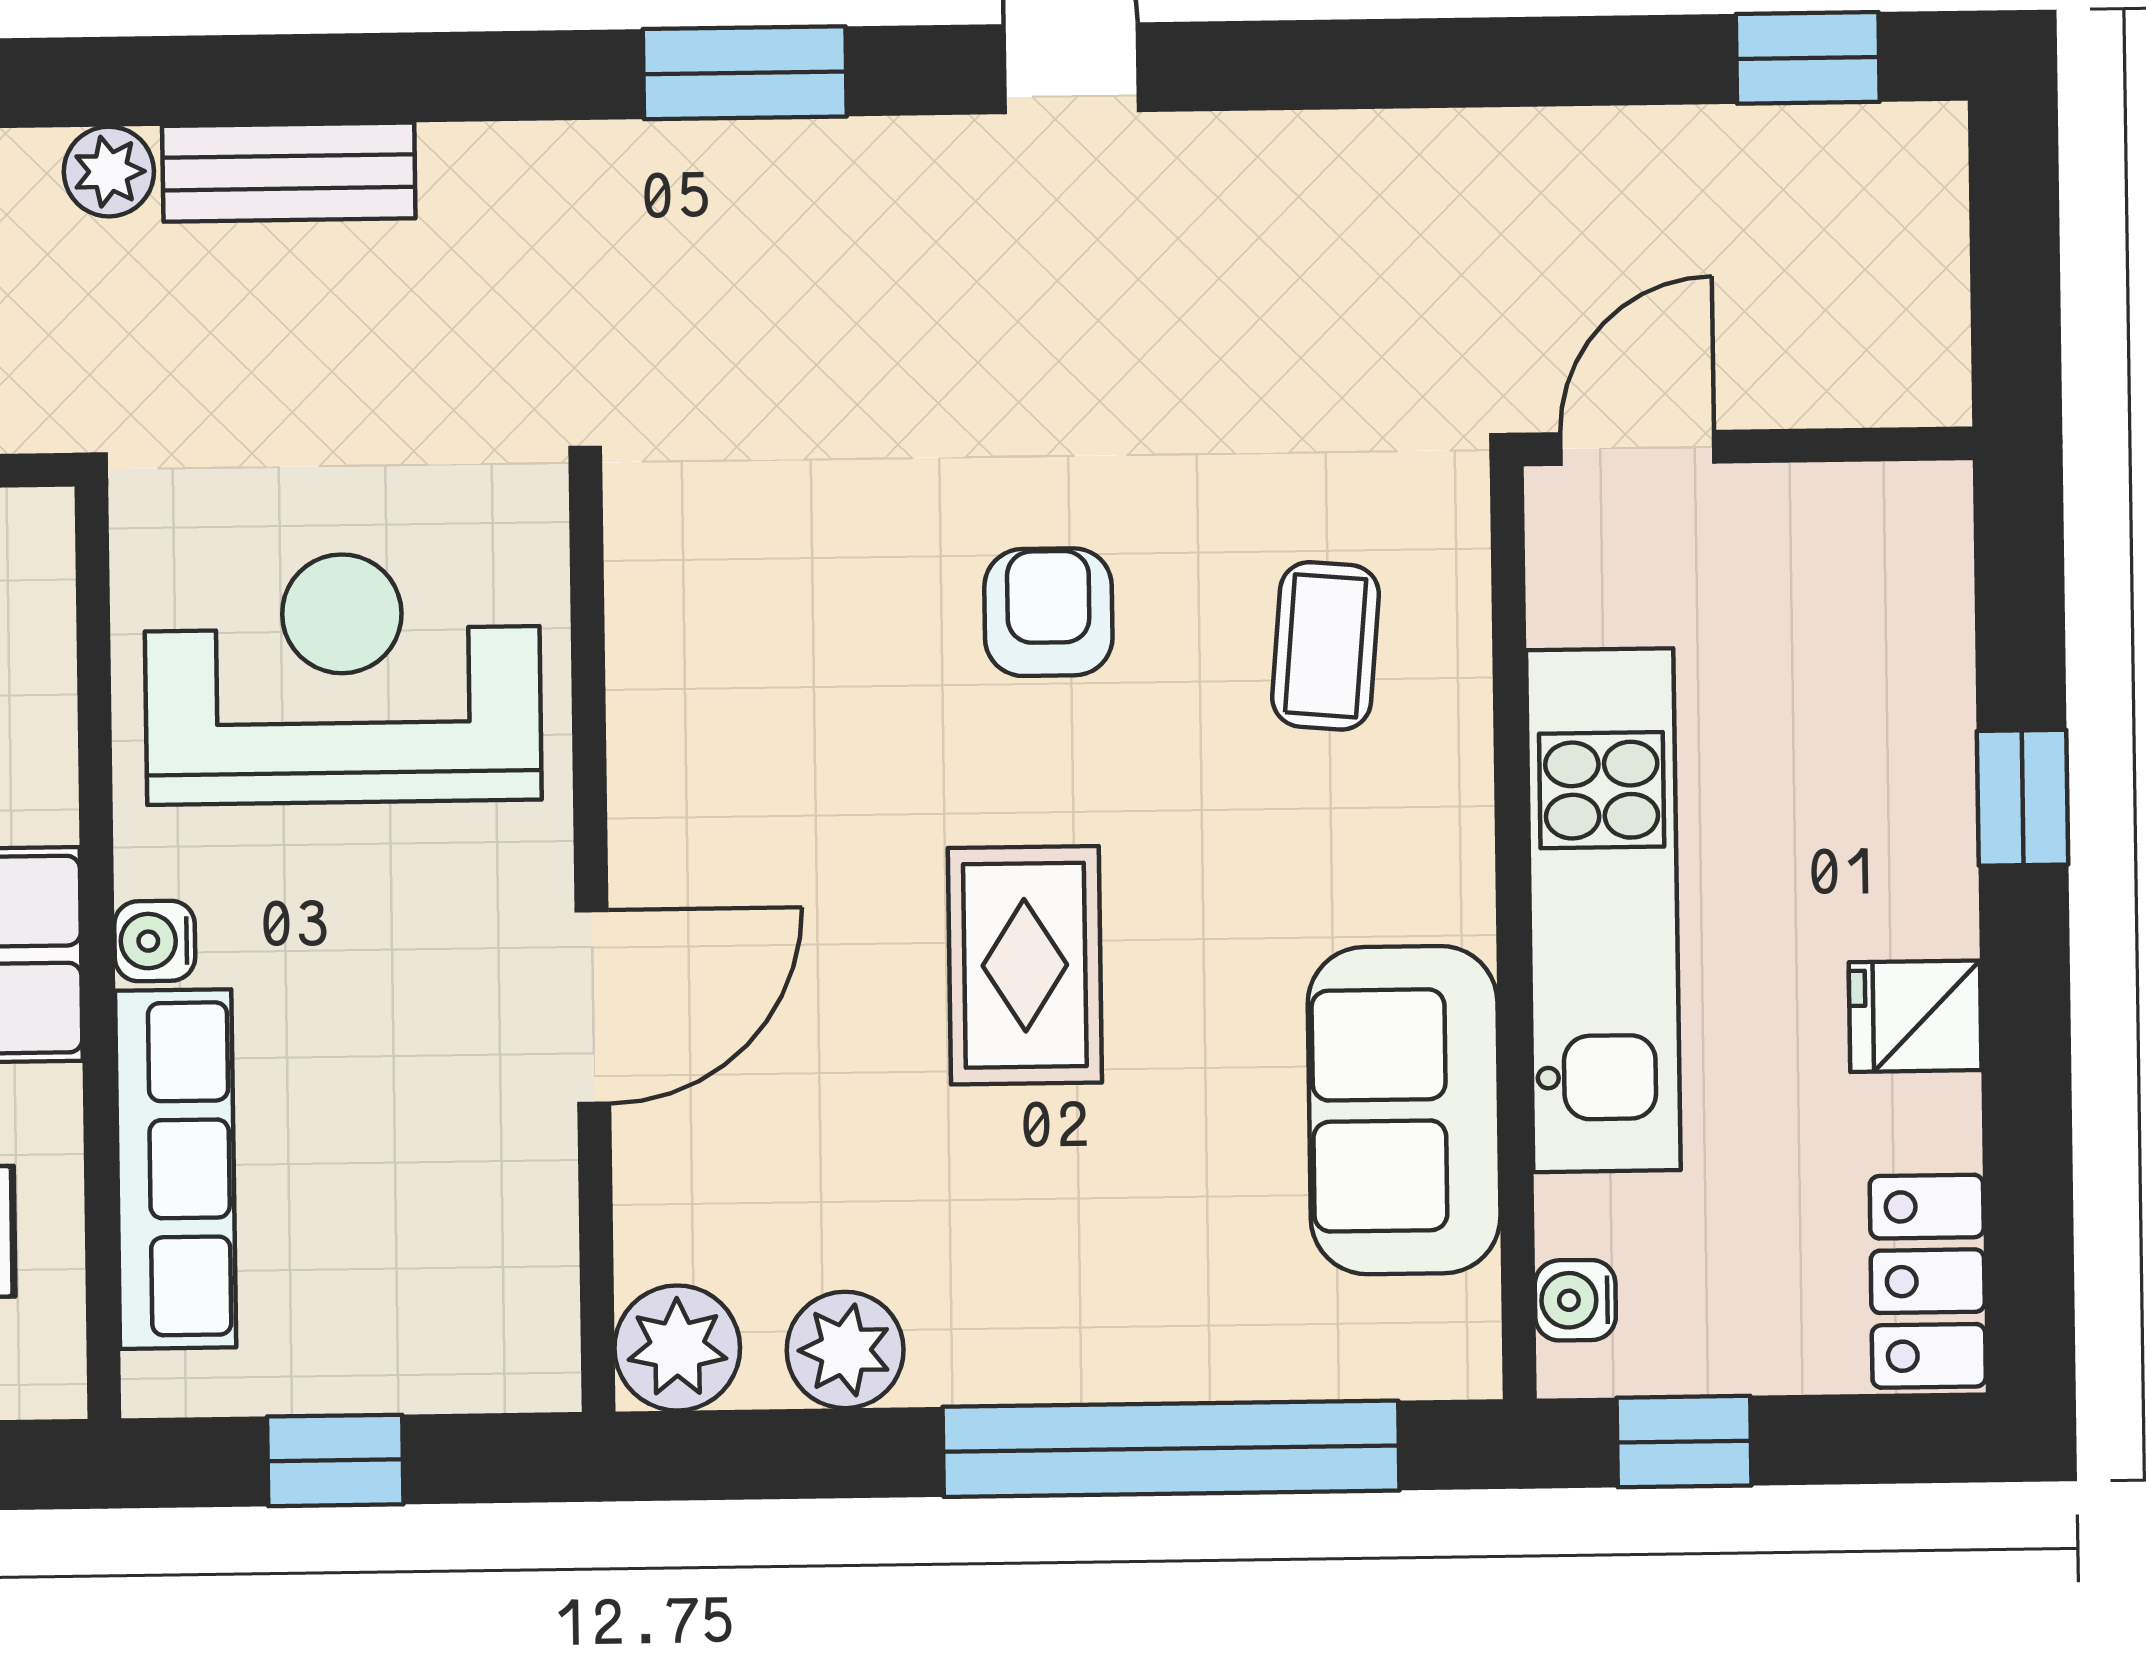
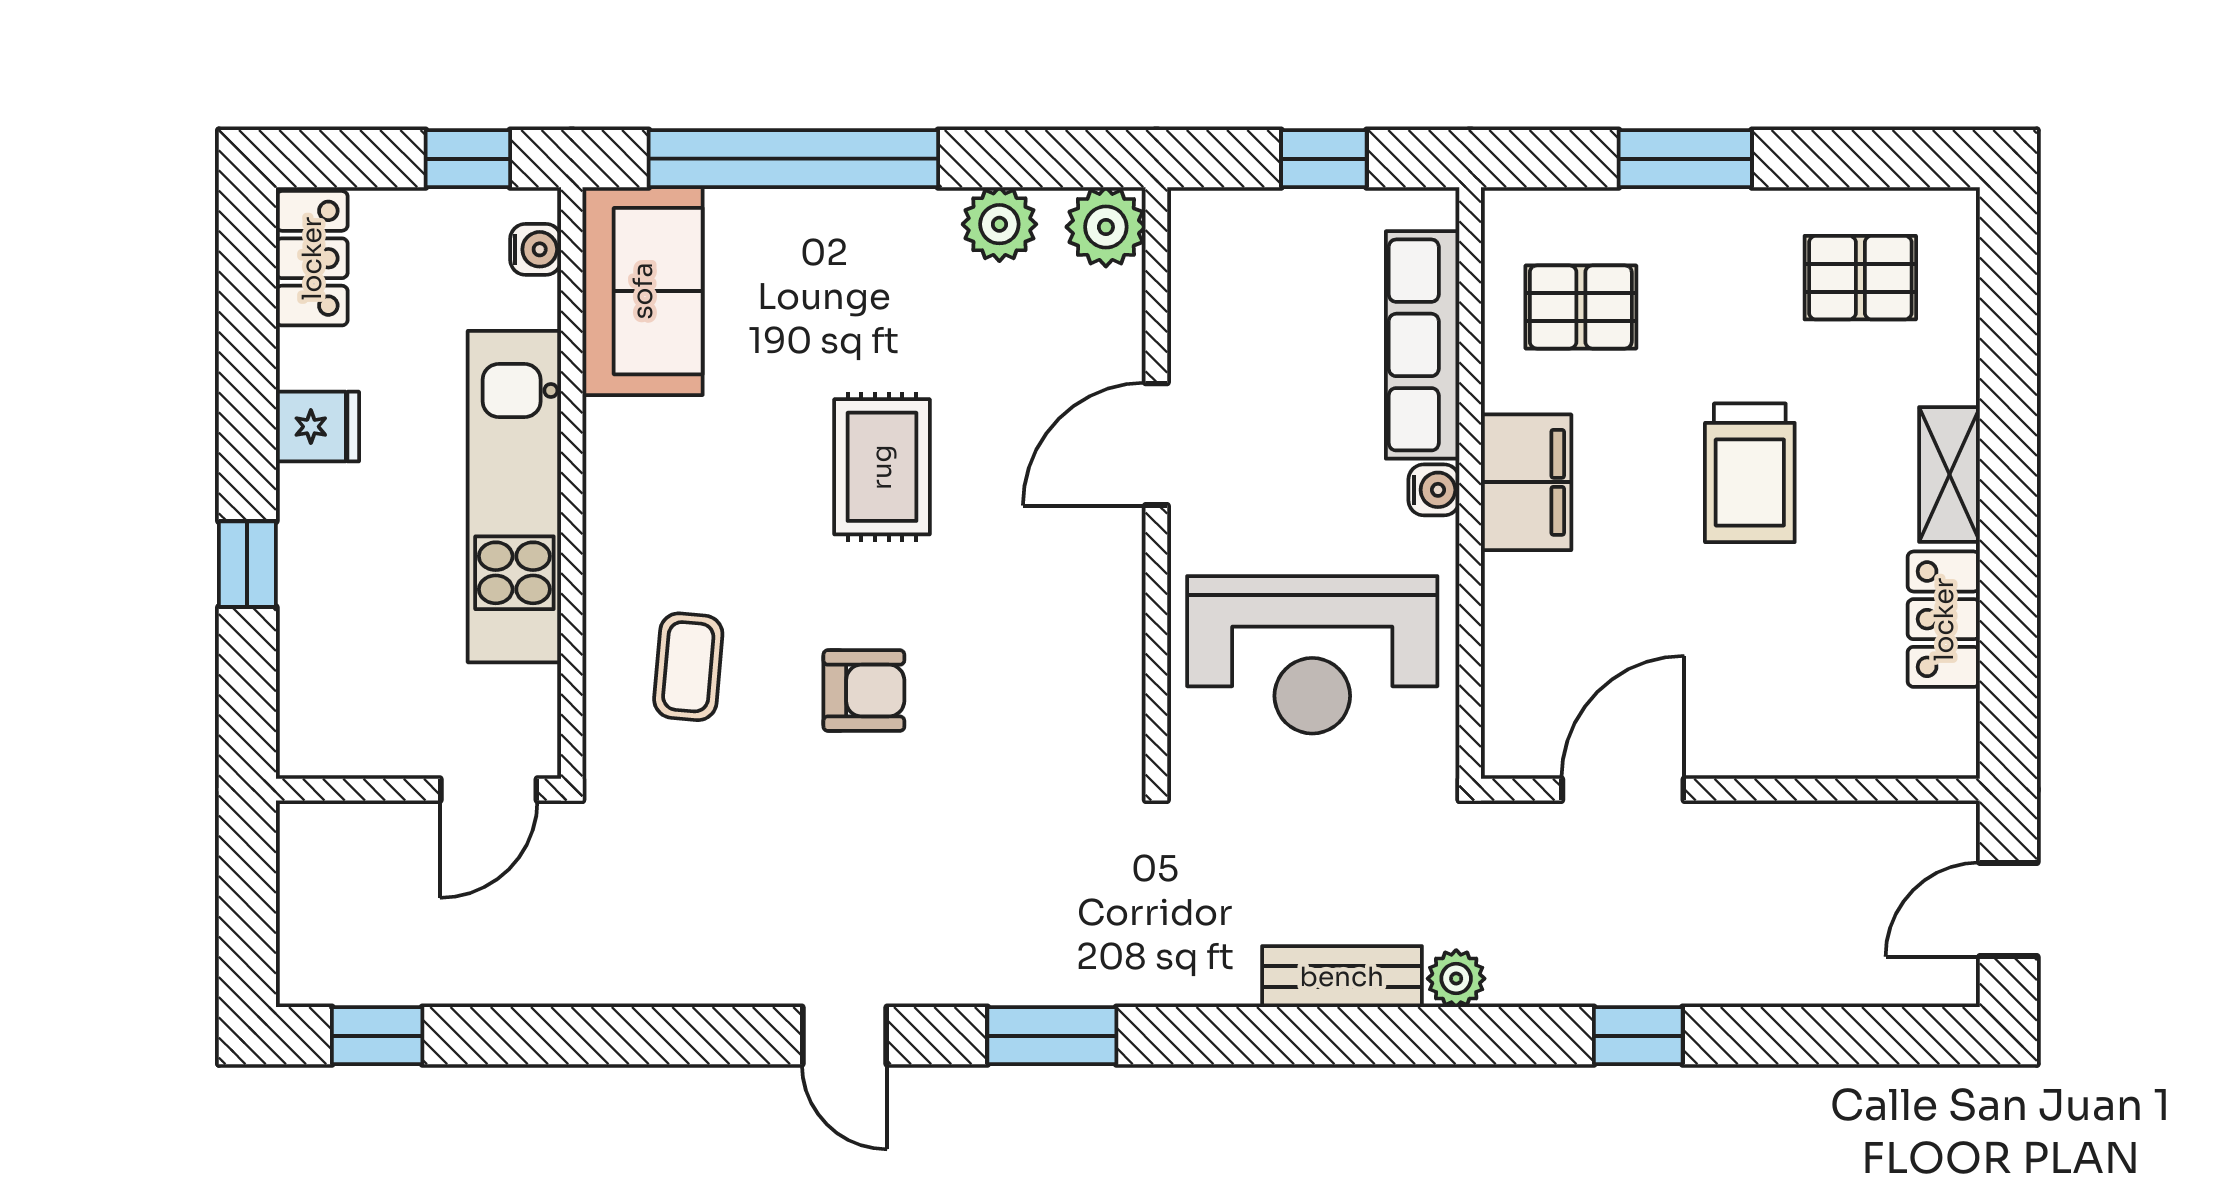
armchair: (1048, 612) -> (864, 691), turned -90
sofa: (1404, 1110) -> (643, 291), moved

